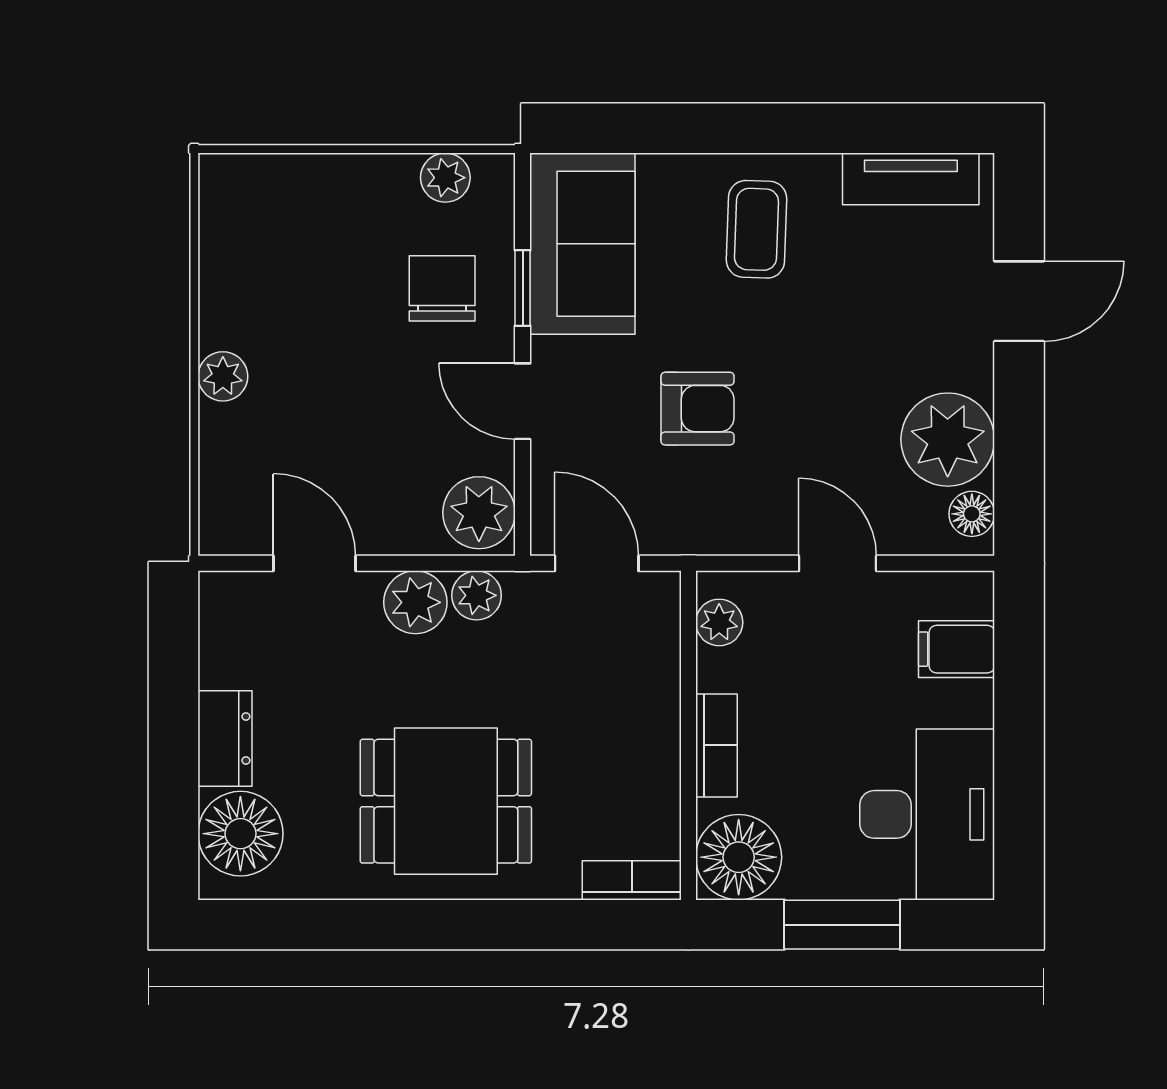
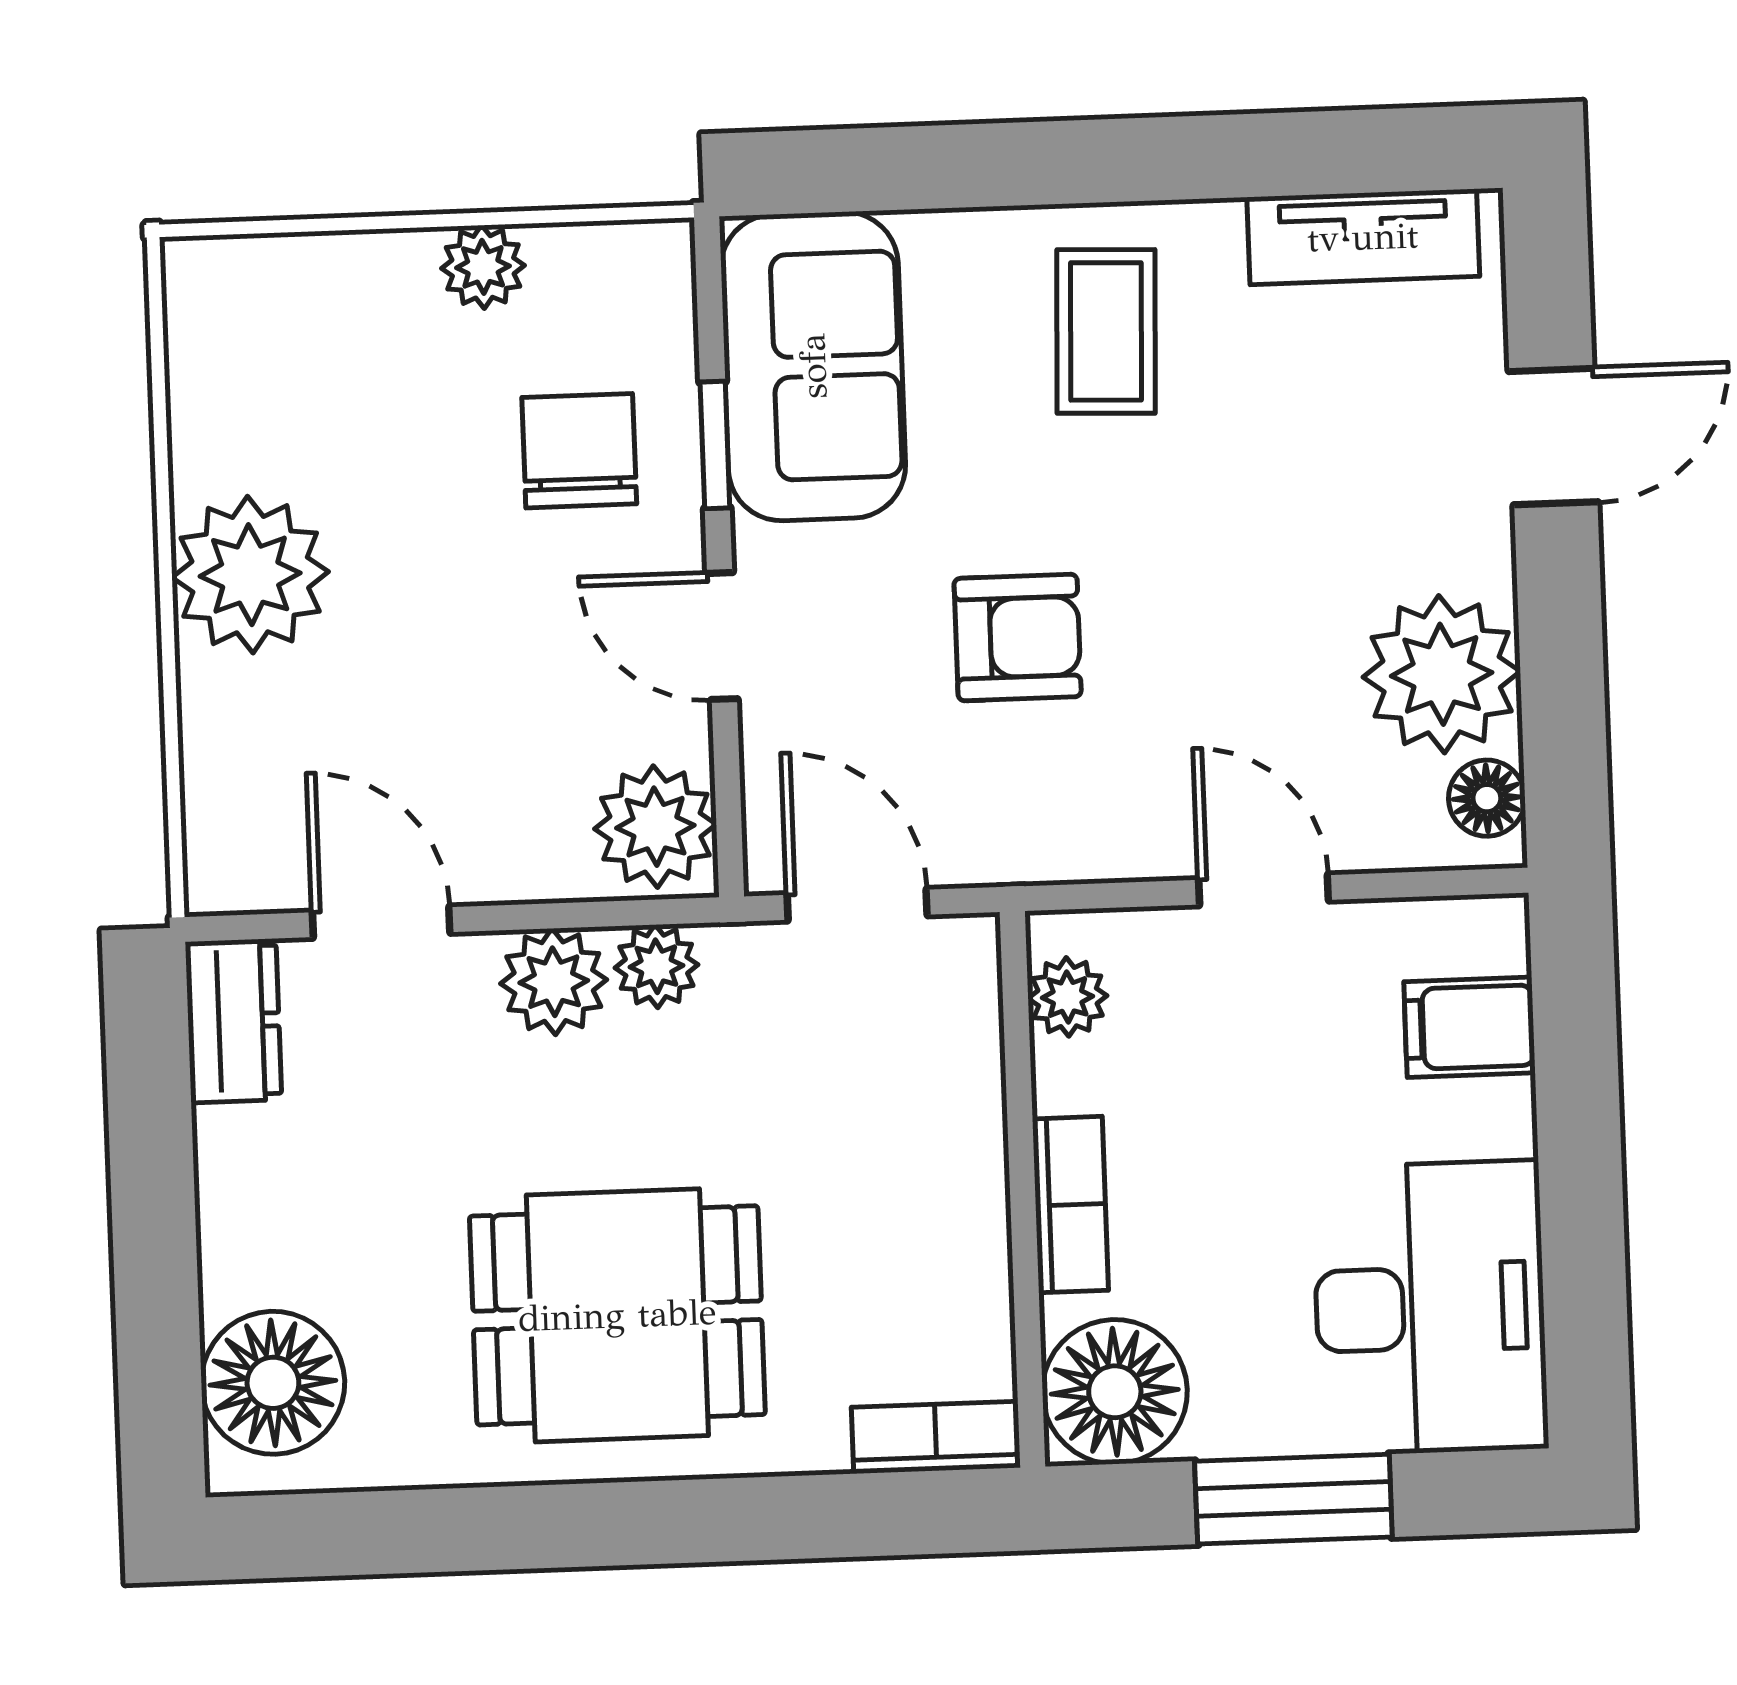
plant: (445, 178) -> (483, 267), moved
plant: (223, 376) -> (250, 575), width x1.87, depth x1.87
dresser: (225, 739) -> (233, 1021), moved

